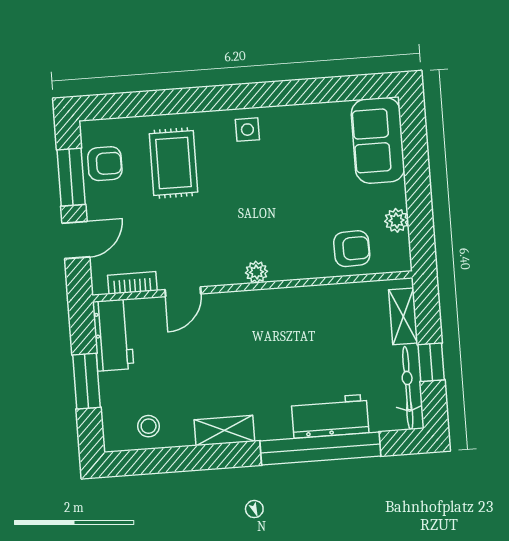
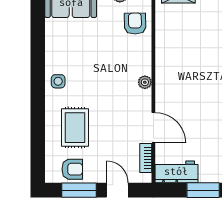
rug: (173, 163) -> (75, 128), turned 90
armchair: (105, 164) -> (72, 169), turned 90
door: (183, 292) -> (153, 128), width x1.38

